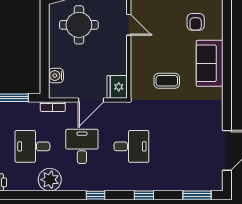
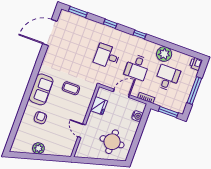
fridge: (117, 87) -> (99, 106), moved
desk: (32, 146) -> (167, 78), turned -90

